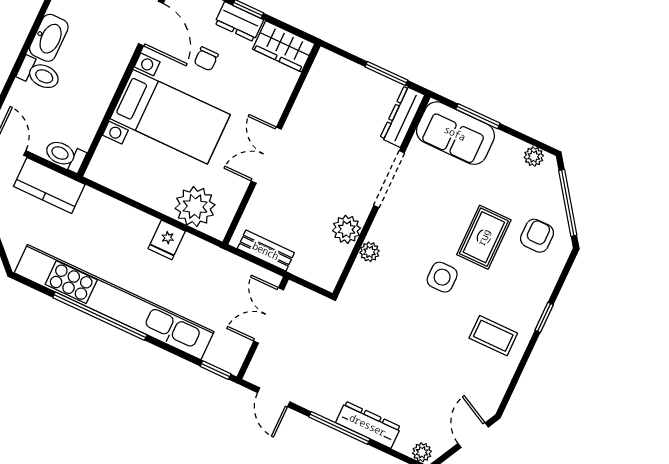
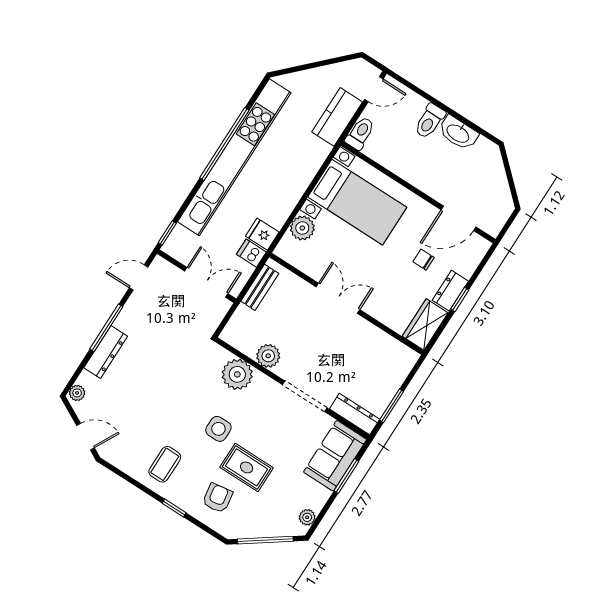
bed with nightstands: (170, 117) -> (357, 202), moved, turned -90
plant: (195, 207) -> (302, 228), width x0.73, depth x0.73
armchair: (537, 236) -> (217, 498), moved, turned -99
fridge: (167, 240) -> (262, 234), moved
plant: (370, 252) -> (237, 374), width x1.88, depth x1.88
dishwasher: (226, 266) -> (251, 253), added

